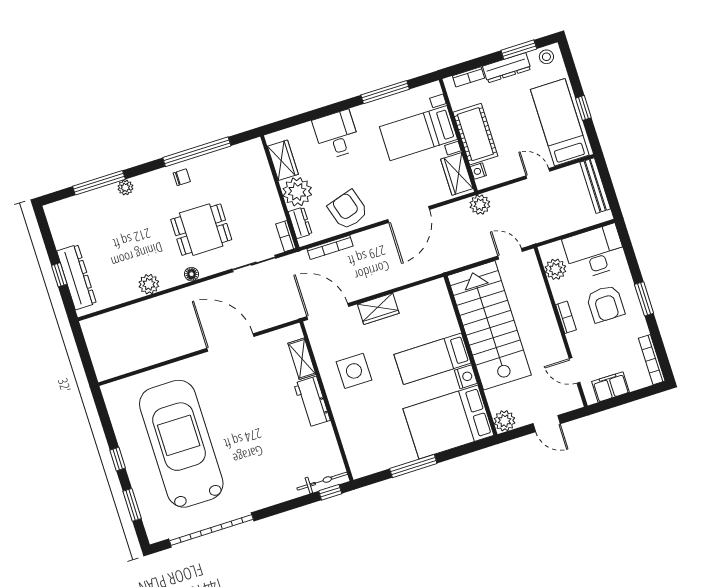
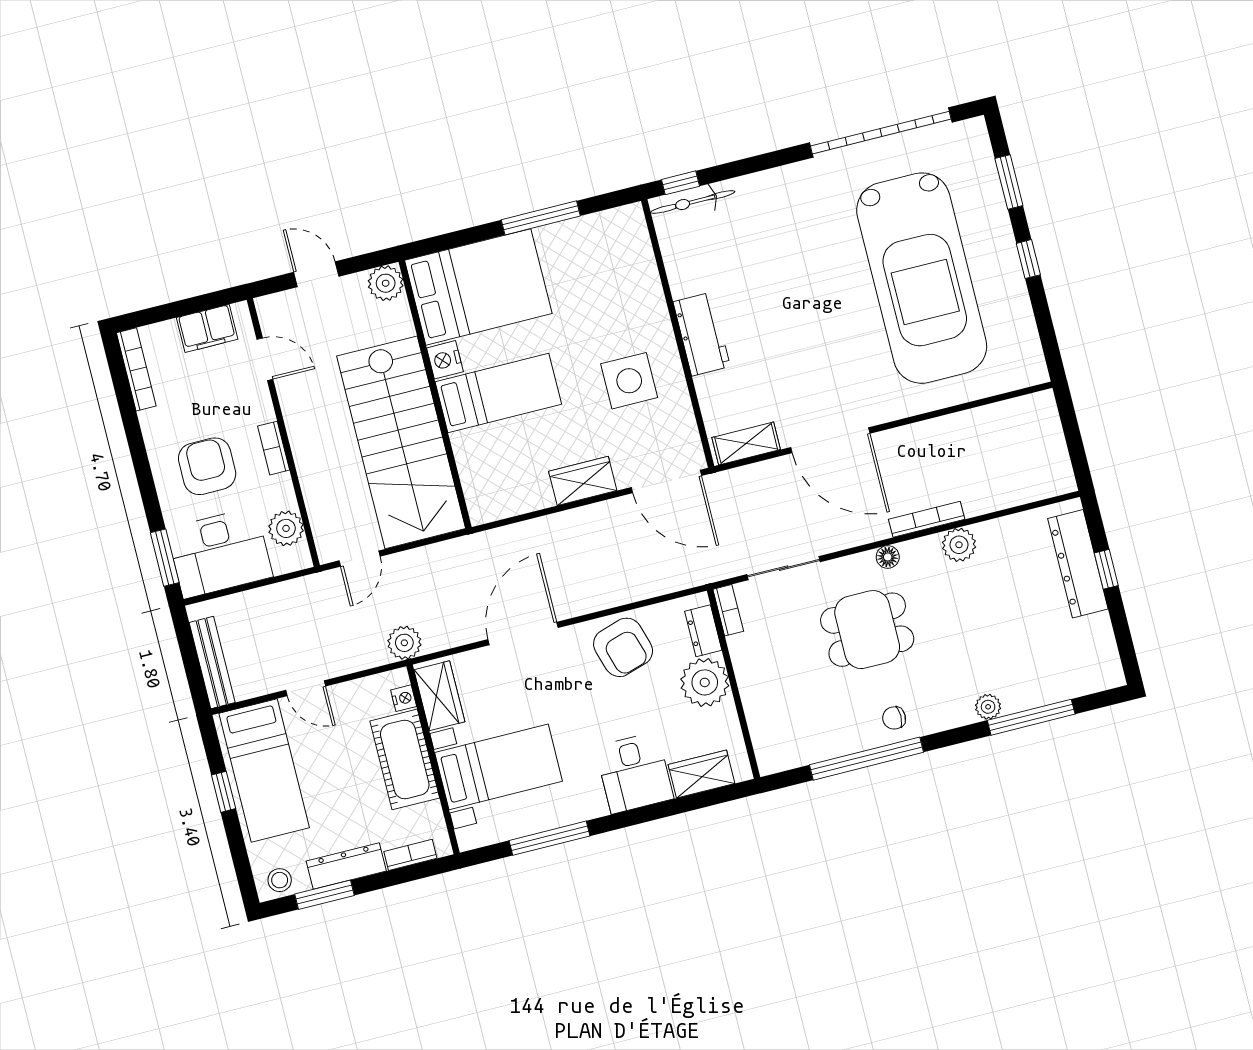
wardrobe: (283, 160) -> (701, 774), moved, turned 90
bookcase: (330, 247) -> (927, 519), moved
door: (510, 254) -> (360, 559), hinge flipped
window: (644, 299) -> (165, 558), moved
shelving: (302, 359) -> (746, 443), moved, turned 90

